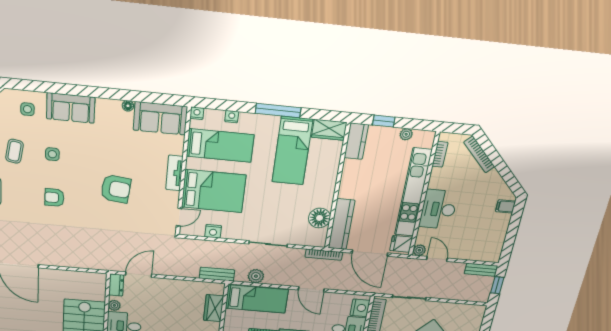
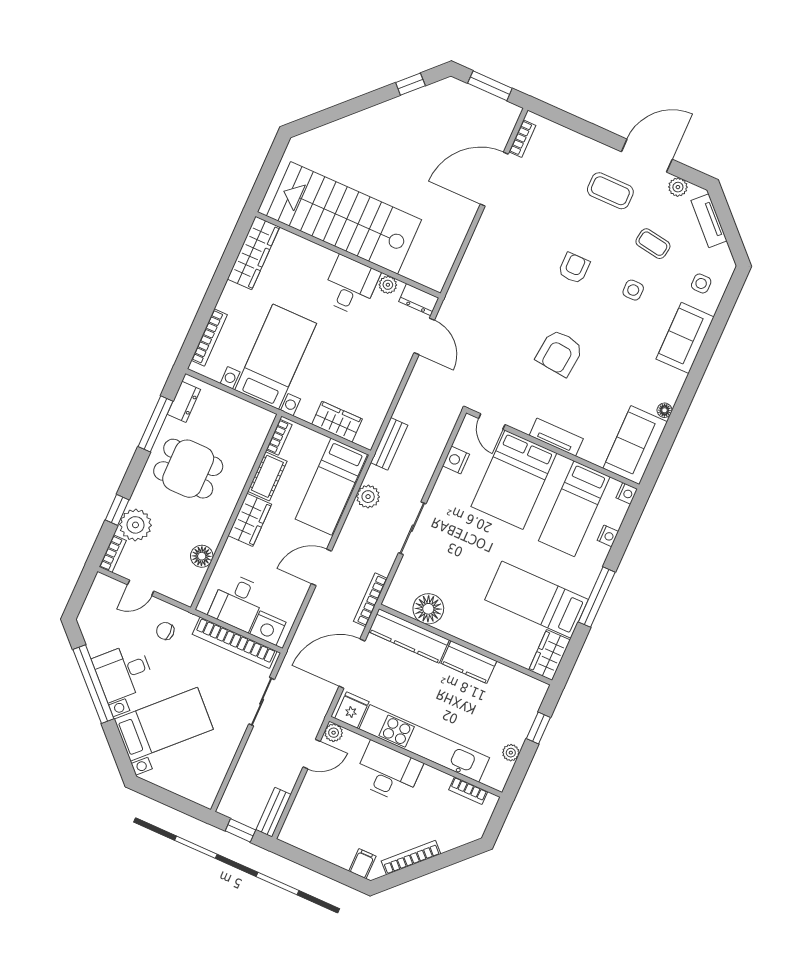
kitchen counter: (356, 141) -> (469, 662), moved
bookcase: (479, 154) -> (411, 858), moved

